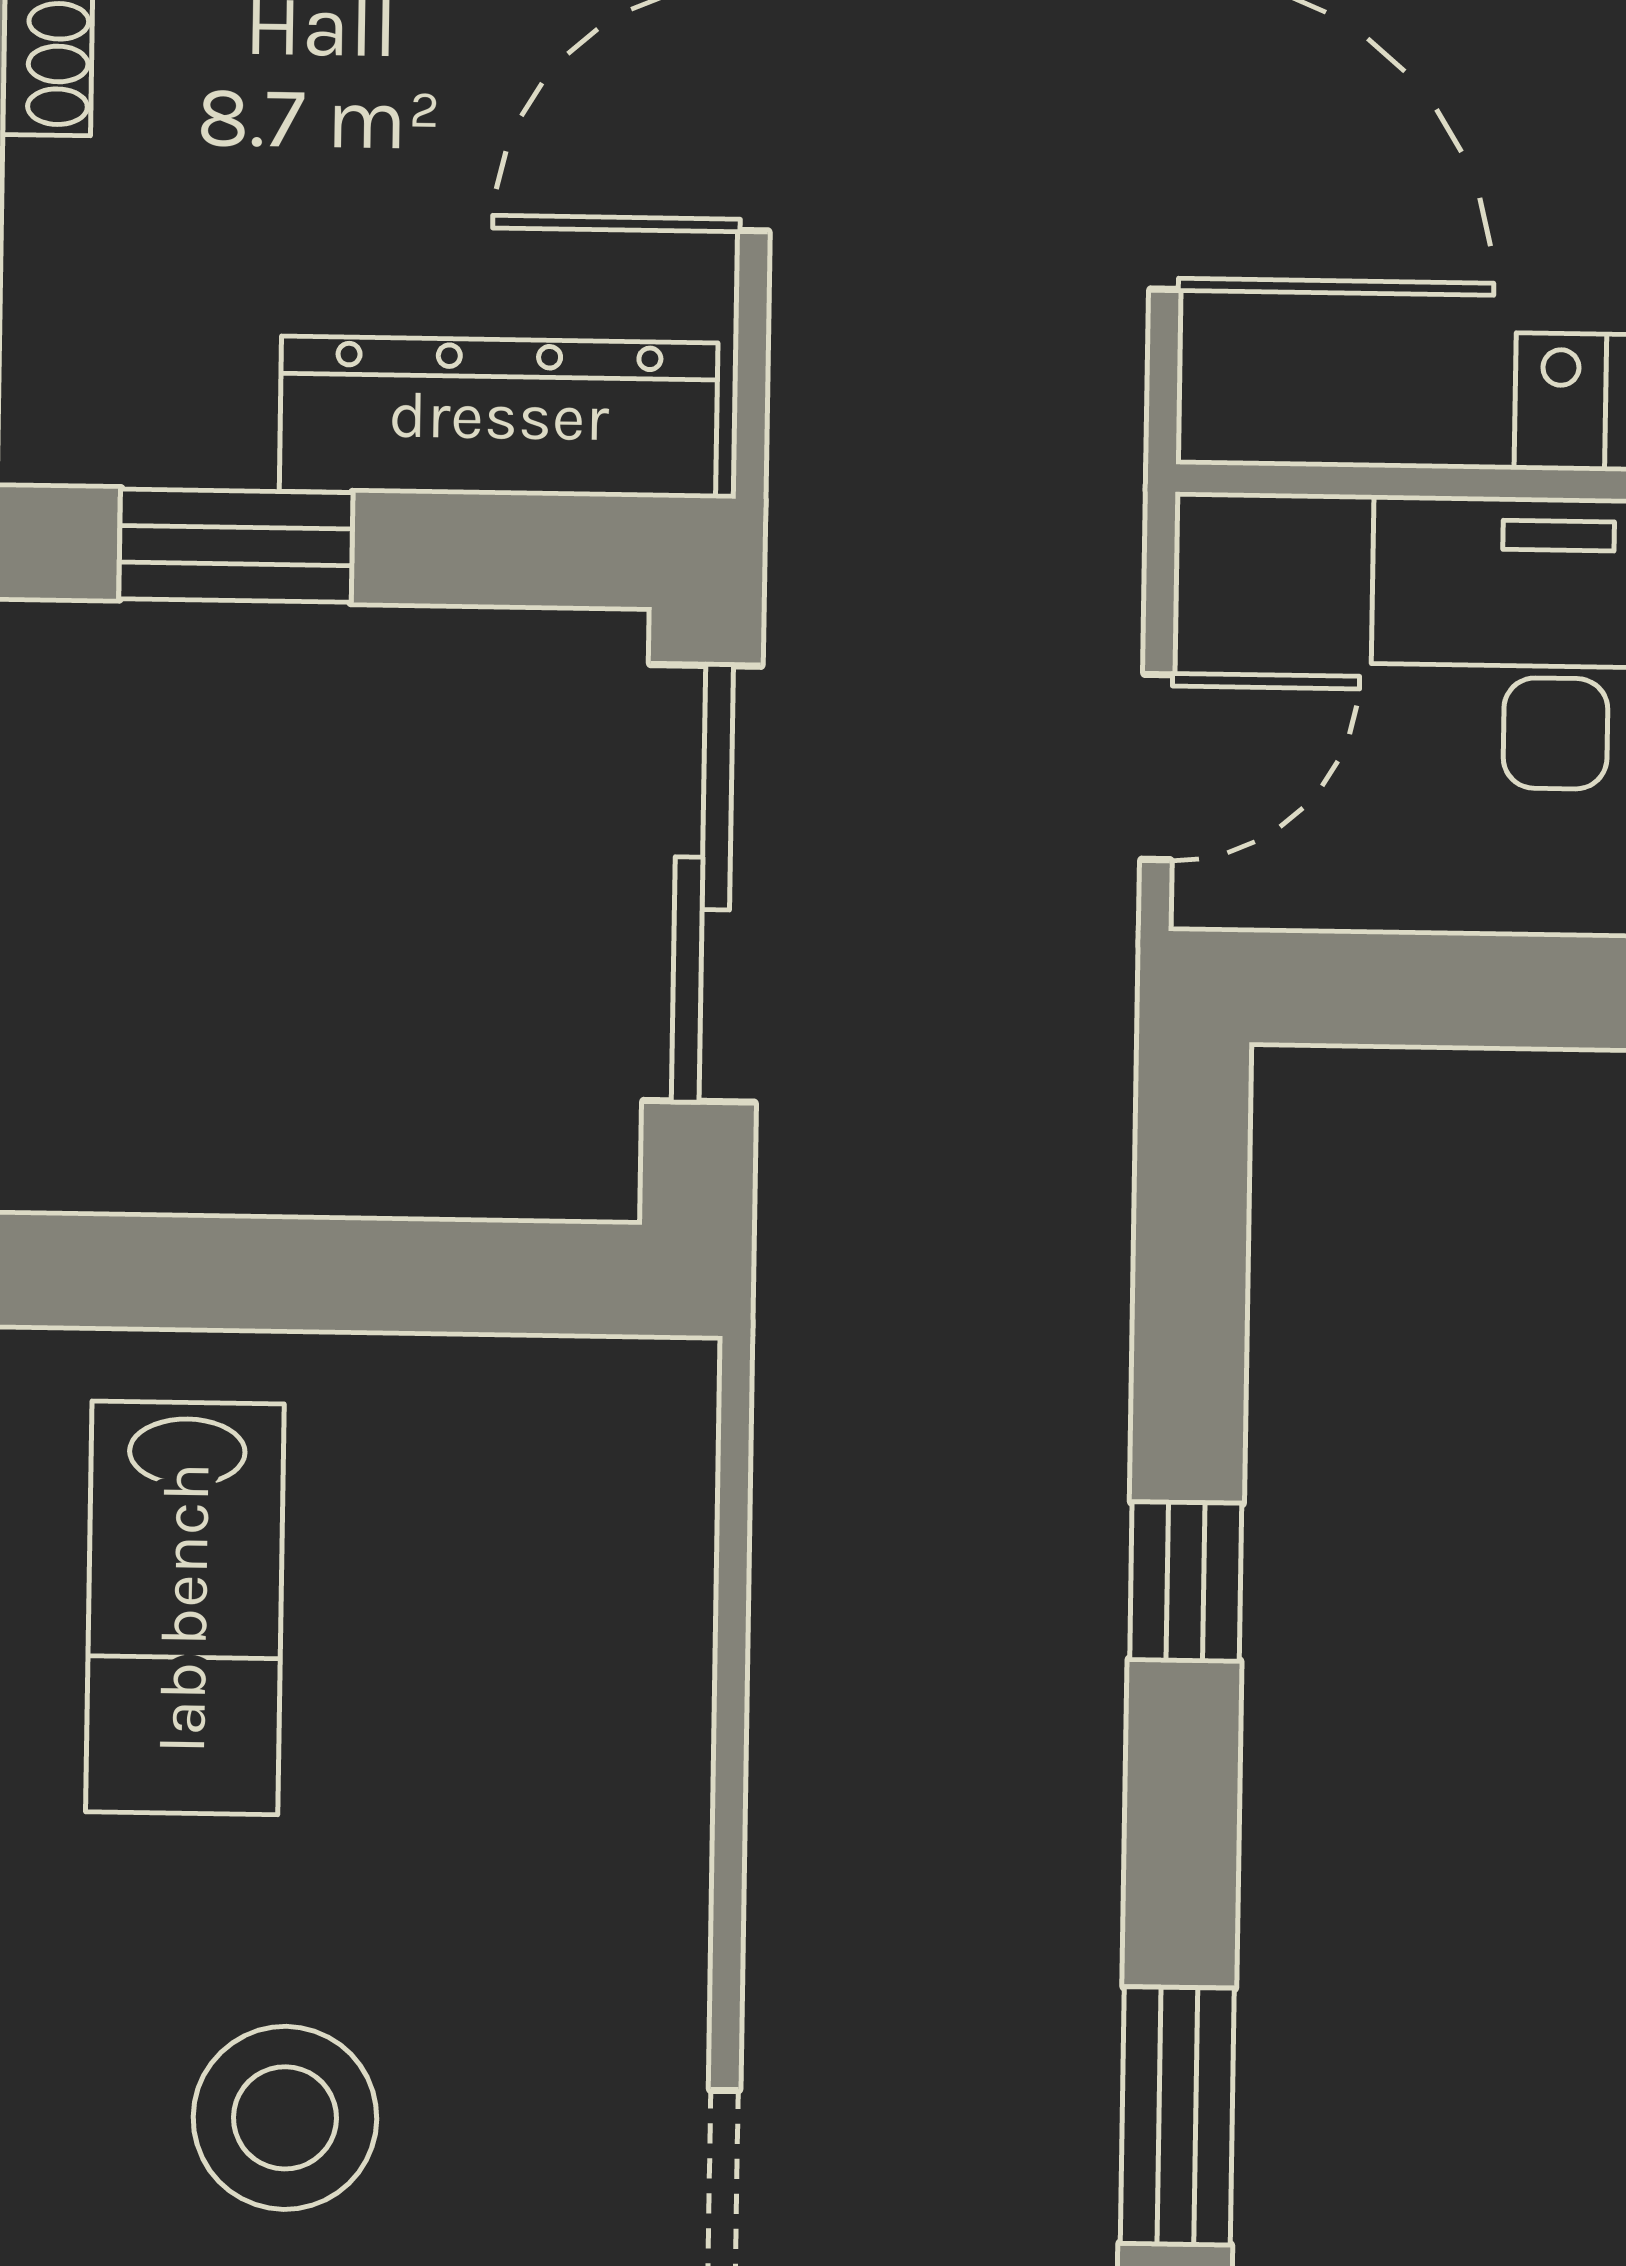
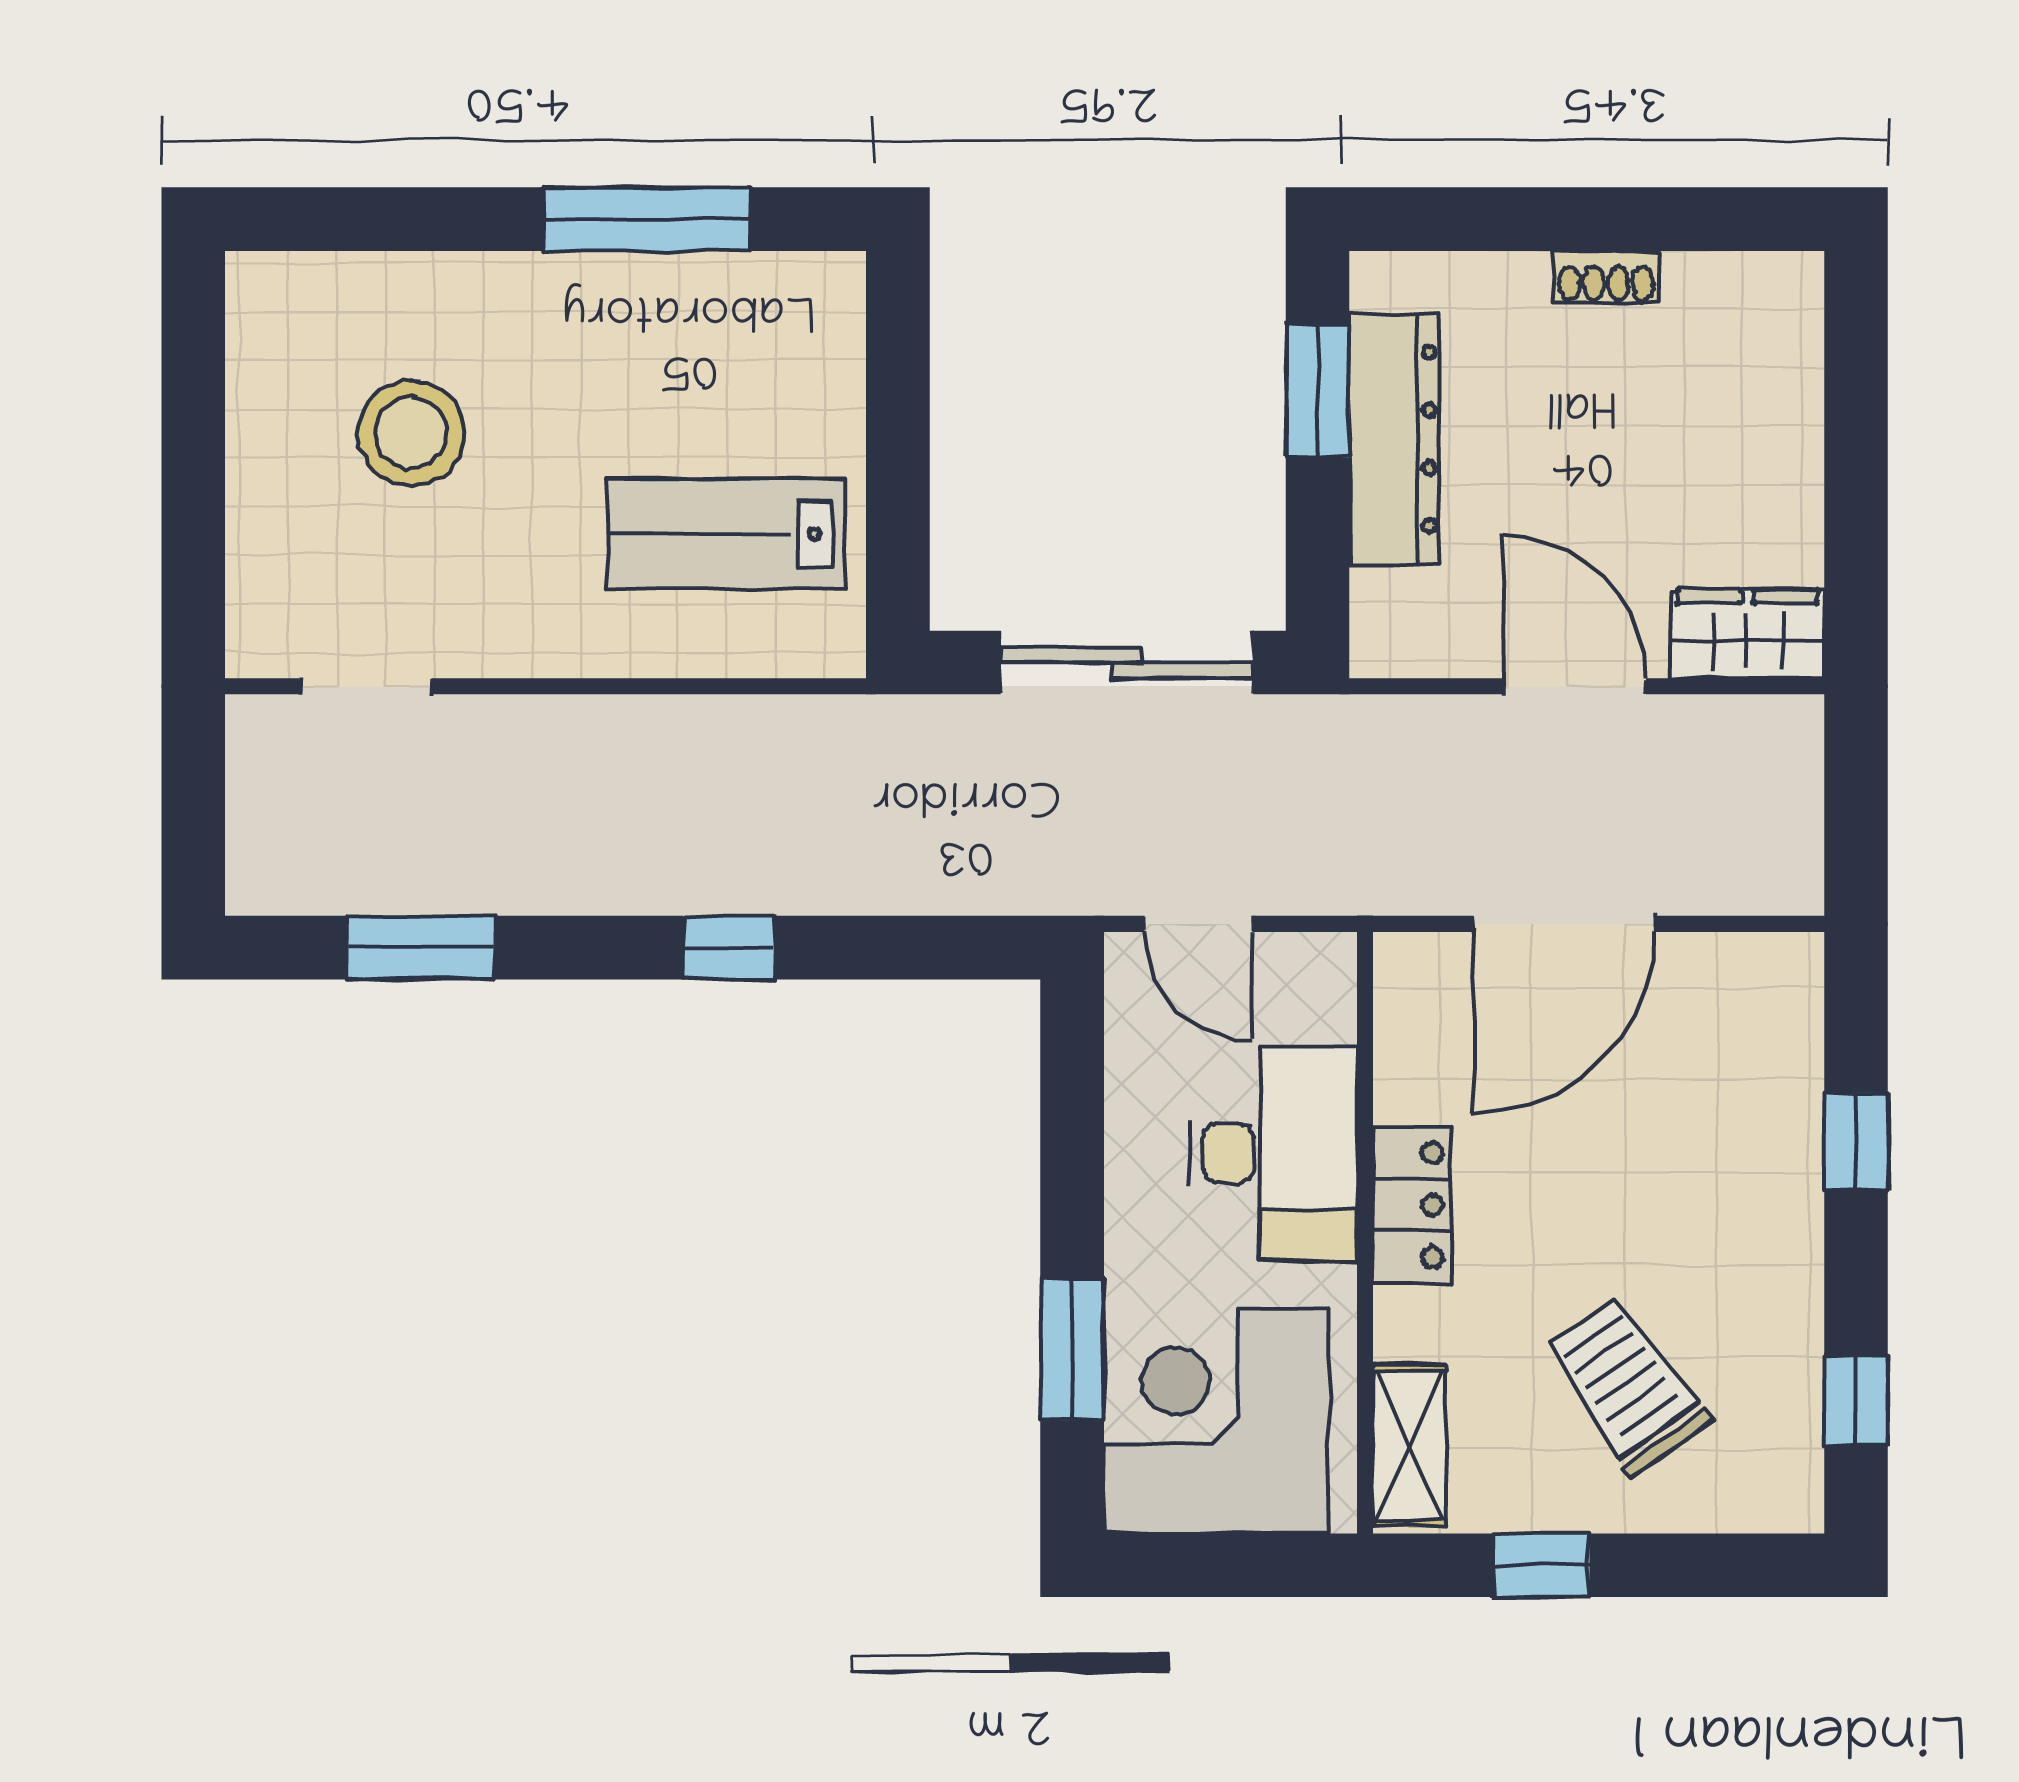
dresser: (499, 417) -> (1394, 439), moved
lab bench: (185, 1608) -> (727, 534), moved

